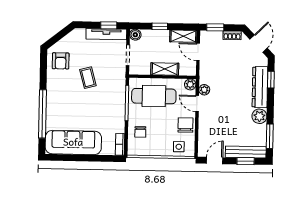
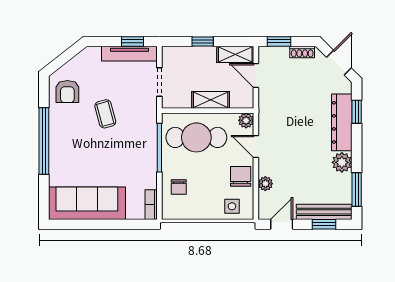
boiler: (135, 35) -> (169, 54), removed
plant: (204, 90) -> (265, 184), moved
window: (43, 114) -> (44, 141), moved

